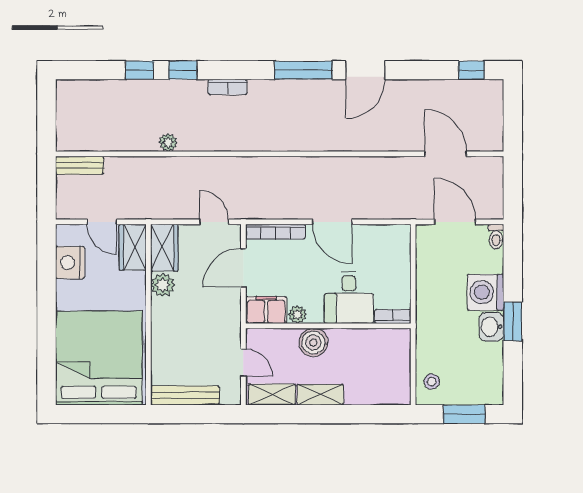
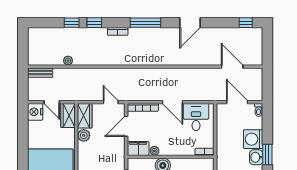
window: (303, 70) -> (146, 23), moved
plant: (168, 142) -> (68, 61), moved
nightstand: (70, 262) -> (35, 112), moved
desk: (349, 297) -> (196, 117), moved, turned 180

